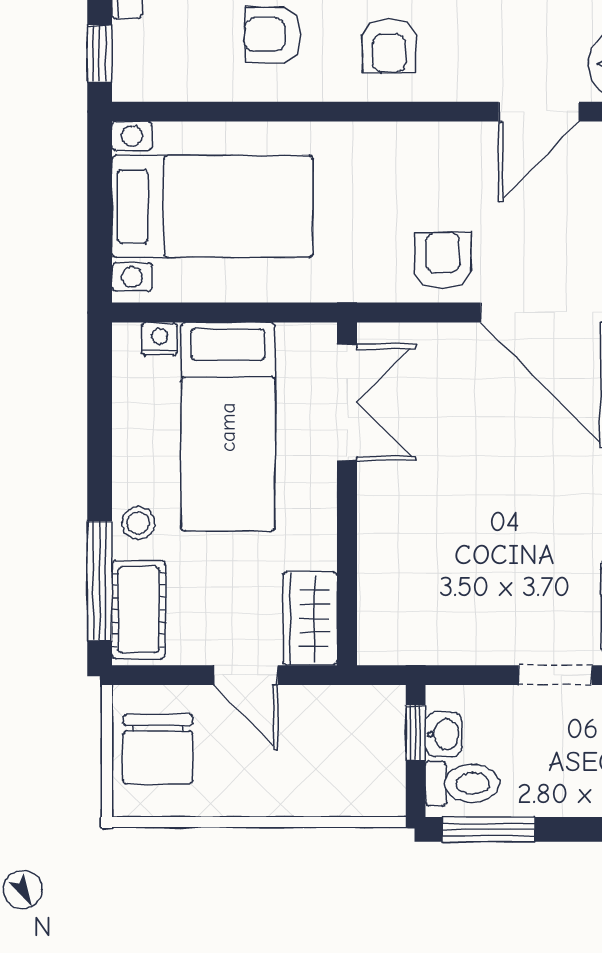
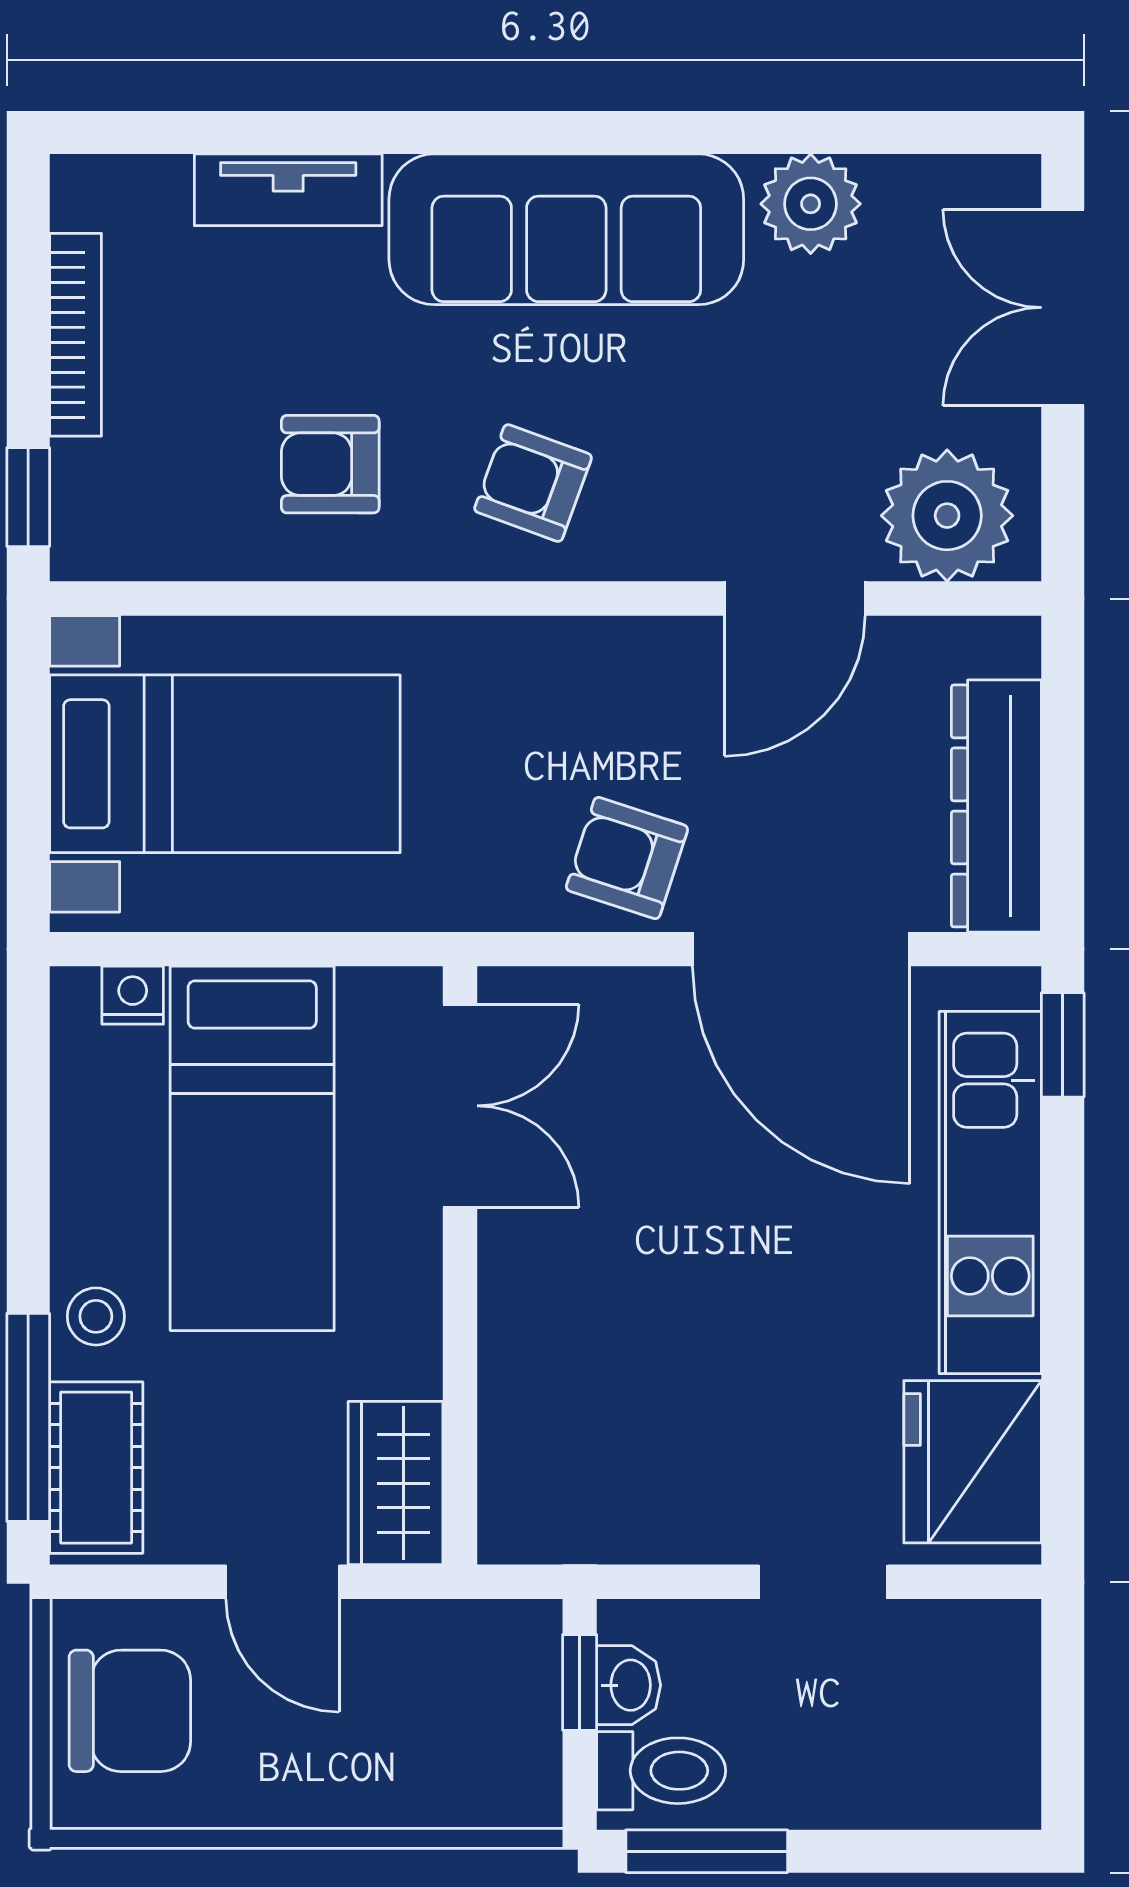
armchair: (389, 45) -> (533, 483), turned 110
armchair: (443, 260) -> (627, 858), turned -72
chair: (158, 749) -> (130, 1711), turned -90

